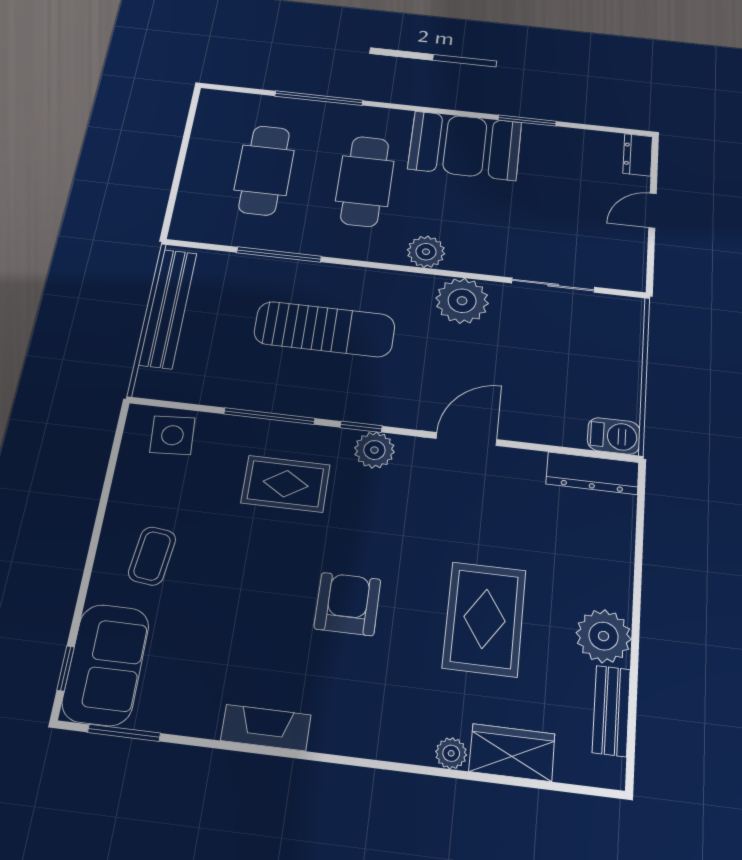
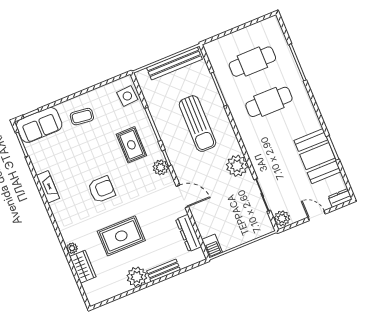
booth: (465, 146) -> (317, 156), moved
plant: (426, 252) -> (282, 218), moved
dresser: (593, 473) -> (189, 233), moved
bench: (611, 711) -> (163, 270), moved

